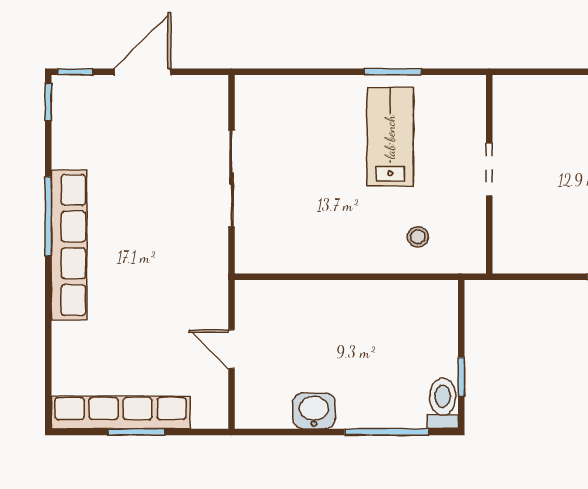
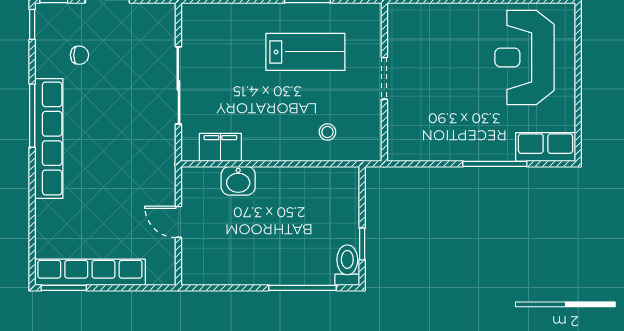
lab bench: (390, 137) -> (305, 52), turned 90
chair: (108, 141) -> (79, 55), added
filing cabinet: (284, 256) -> (220, 147), added
washbasin: (314, 411) -> (238, 181), moved, turned 180
window: (136, 432) -> (64, 288), moved

